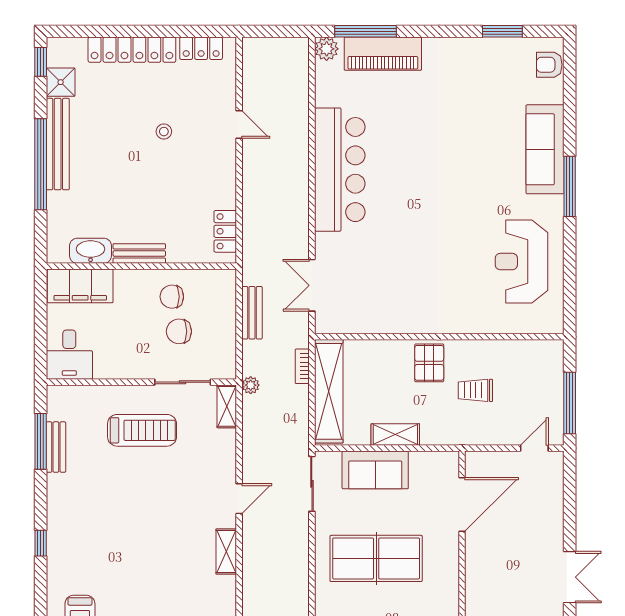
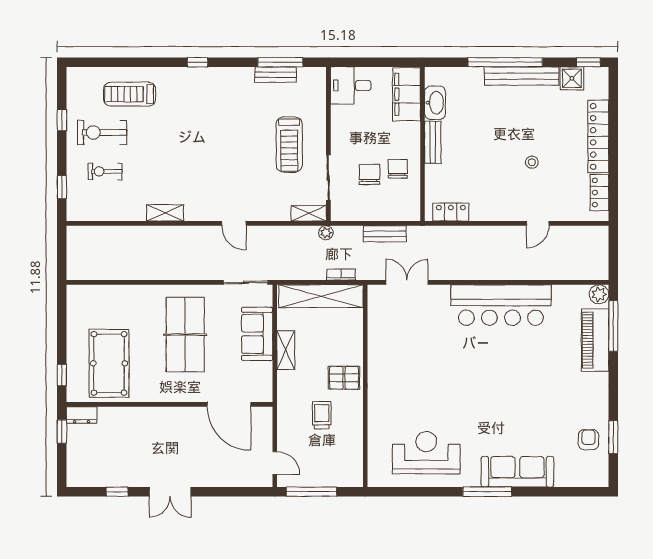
armchair: (549, 65) -> (588, 440), moved
shelving: (226, 551) -> (165, 213), moved

